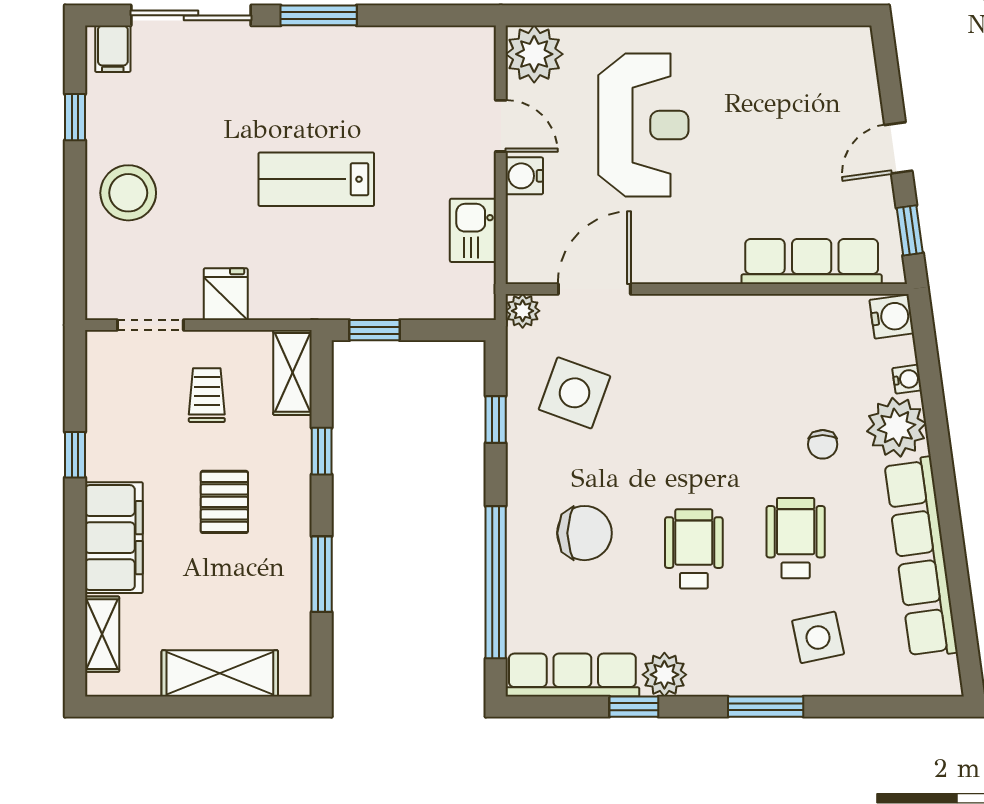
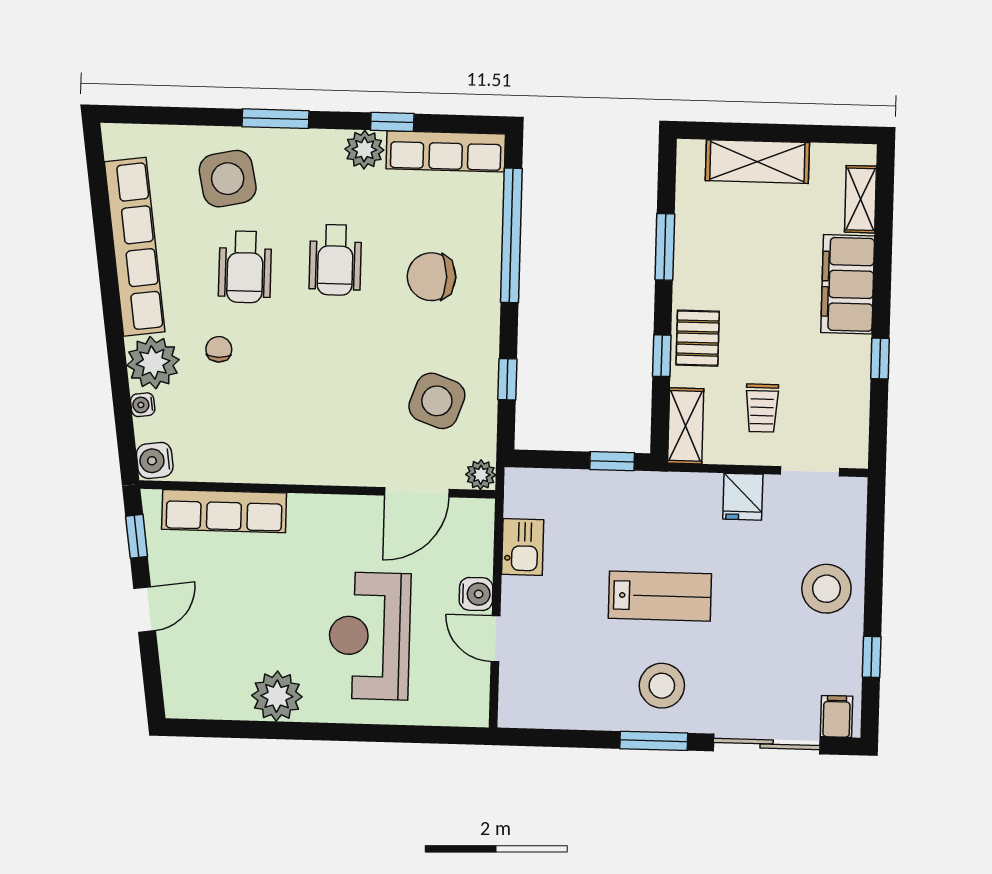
plant: (534, 54) -> (277, 696), moved
stool: (311, 78) -> (662, 686), added
pallet: (224, 502) -> (698, 338), moved
side table: (818, 637) -> (228, 179), width x1.37, depth x1.37

